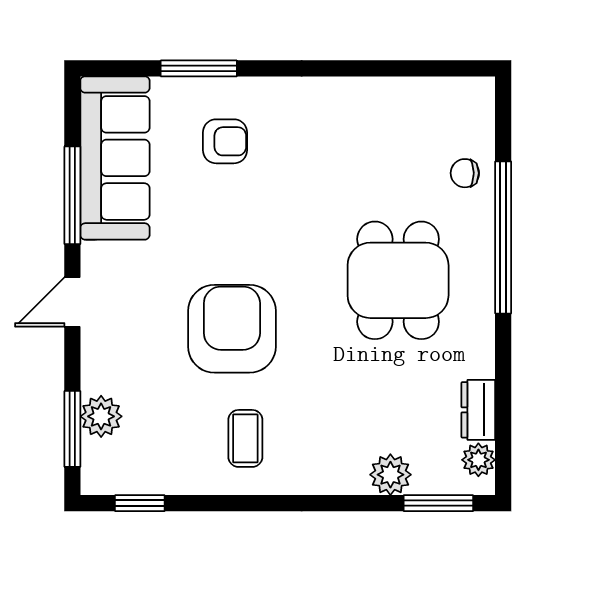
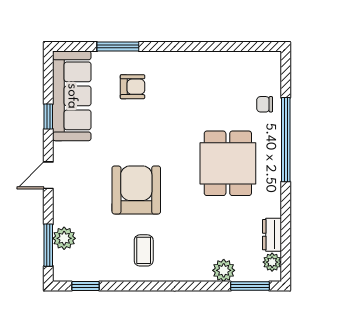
window: (72, 195) -> (48, 116), width x0.46

